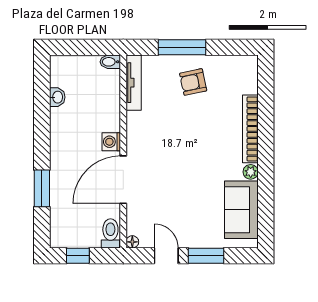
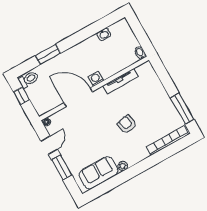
window: (182, 47) -> (182, 109), moved
armchair: (193, 82) -> (127, 124), moved
tv unit: (134, 83) -> (120, 81), moved
bookcase: (250, 129) -> (168, 141), moved
toilet: (110, 233) -> (29, 79), moved

